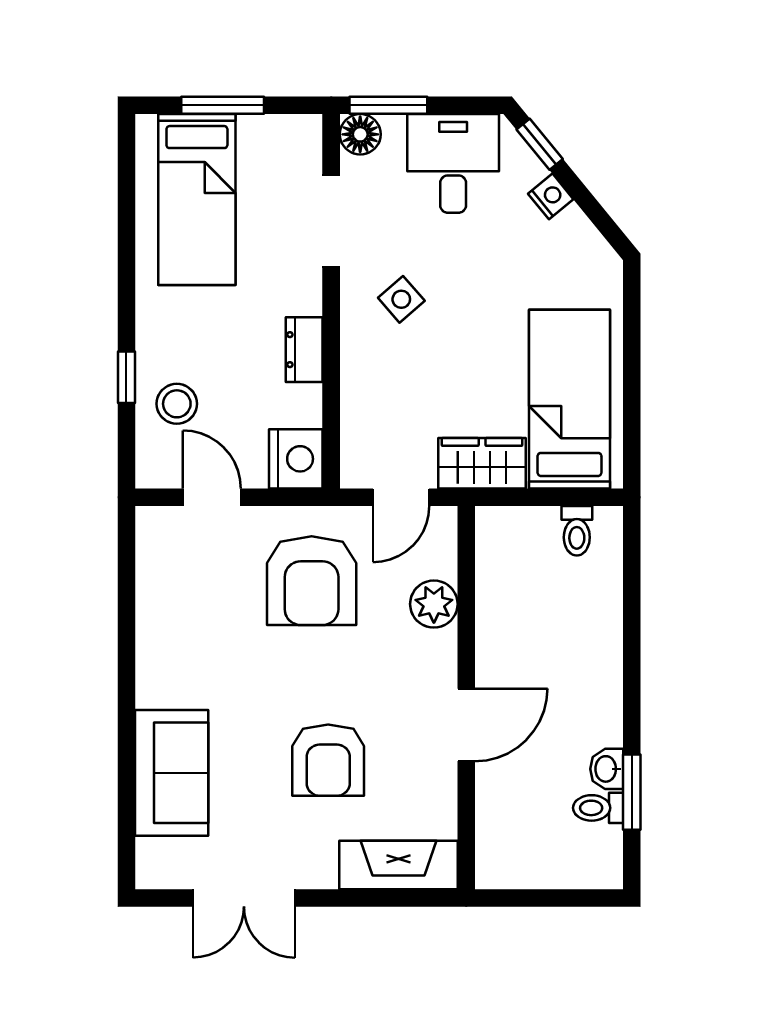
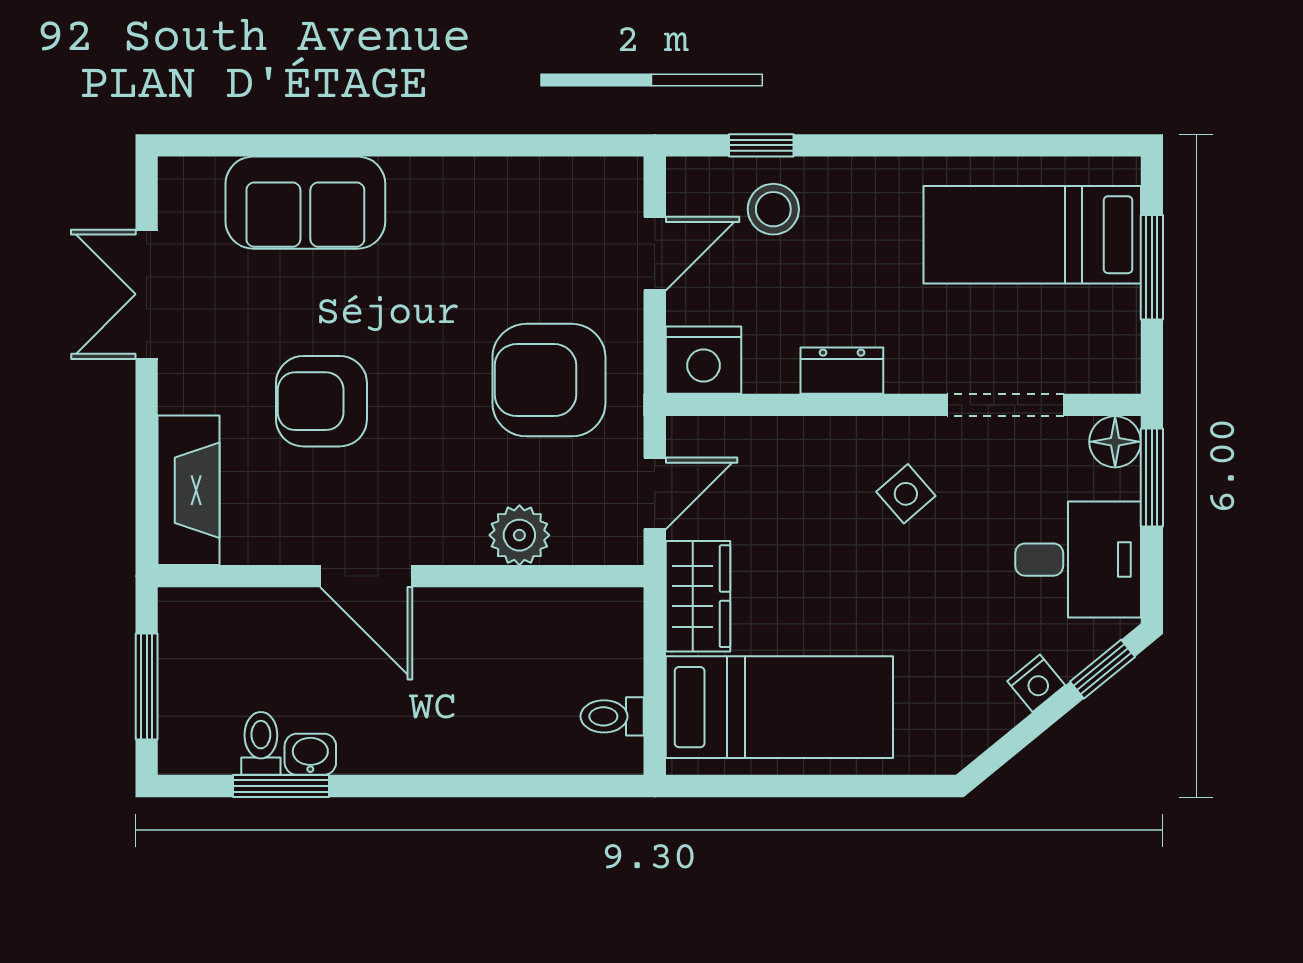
window: (126, 377) -> (761, 145), moved
door: (401, 497) -> (655, 493), swing flipped
window: (553, 898) -> (147, 686), added

